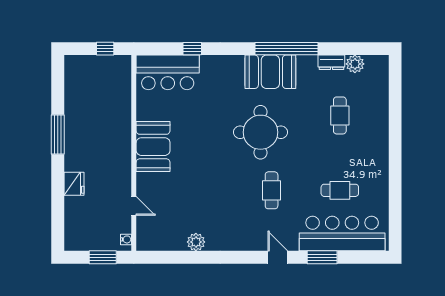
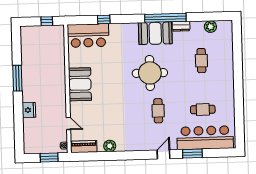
dresser: (331, 62) -> (181, 26), moved
piano: (156, 242) -> (84, 147), added
door: (278, 257) -> (163, 154), hinge flipped

